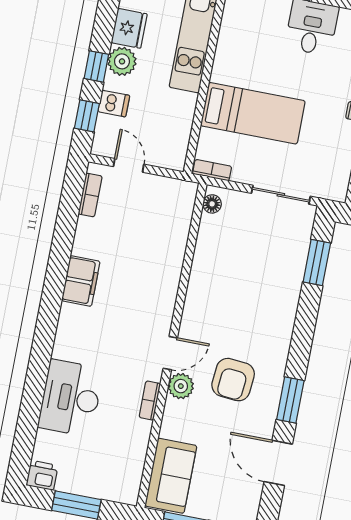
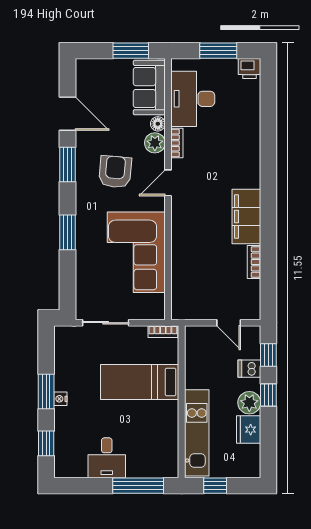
bookcase: (90, 195) -> (254, 262), moved
floor lamp: (212, 204) -> (158, 124), moved
window: (317, 263) -> (68, 232), moved
corner sofa: (226, 275) -> (136, 252), added
filing cabinet: (81, 281) -> (246, 217), width x1.50, depth x1.17
plant: (181, 386) -> (155, 143), moved
desk: (71, 398) -> (193, 99), moved, turned 180

